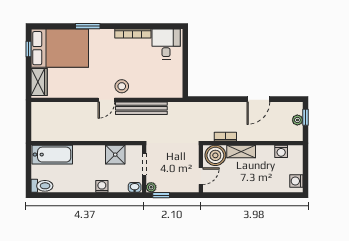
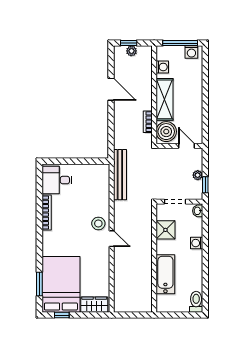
window: (88, 26) -> (39, 284), moved
bench: (141, 108) -> (120, 175), moved
shelving: (241, 151) -> (165, 99), width x1.50, depth x1.33
bathtub: (52, 155) -> (165, 274), moved
window: (305, 169) -> (180, 43), added
plant: (151, 187) -> (198, 175), moved

